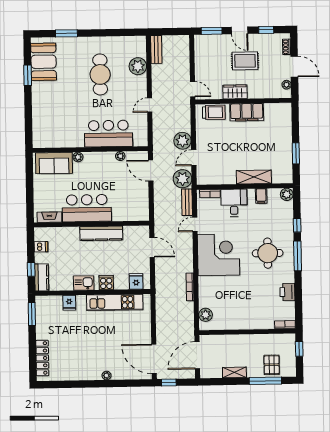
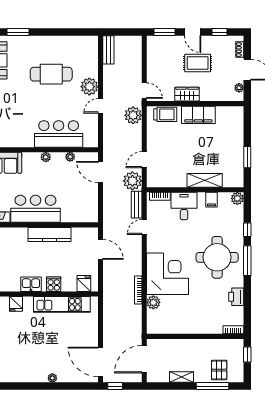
plant: (138, 66) -> (89, 87), moved
cafe table: (100, 74) -> (51, 74), turned 90
plant: (183, 141) -> (133, 115), moved
plant: (78, 157) -> (46, 157), moved
round table: (268, 253) -> (217, 257), width x1.36, depth x1.36
corner desk: (219, 255) -> (168, 274), moved
plant: (206, 315) -> (153, 302), moved

